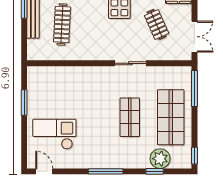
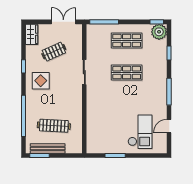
shop shelf: (171, 117) -> (127, 40), width x0.70, depth x0.74
checkout: (54, 134) -> (140, 132), turned 180
plant: (160, 159) -> (159, 32), moved
door: (44, 171) -> (169, 126), moved

